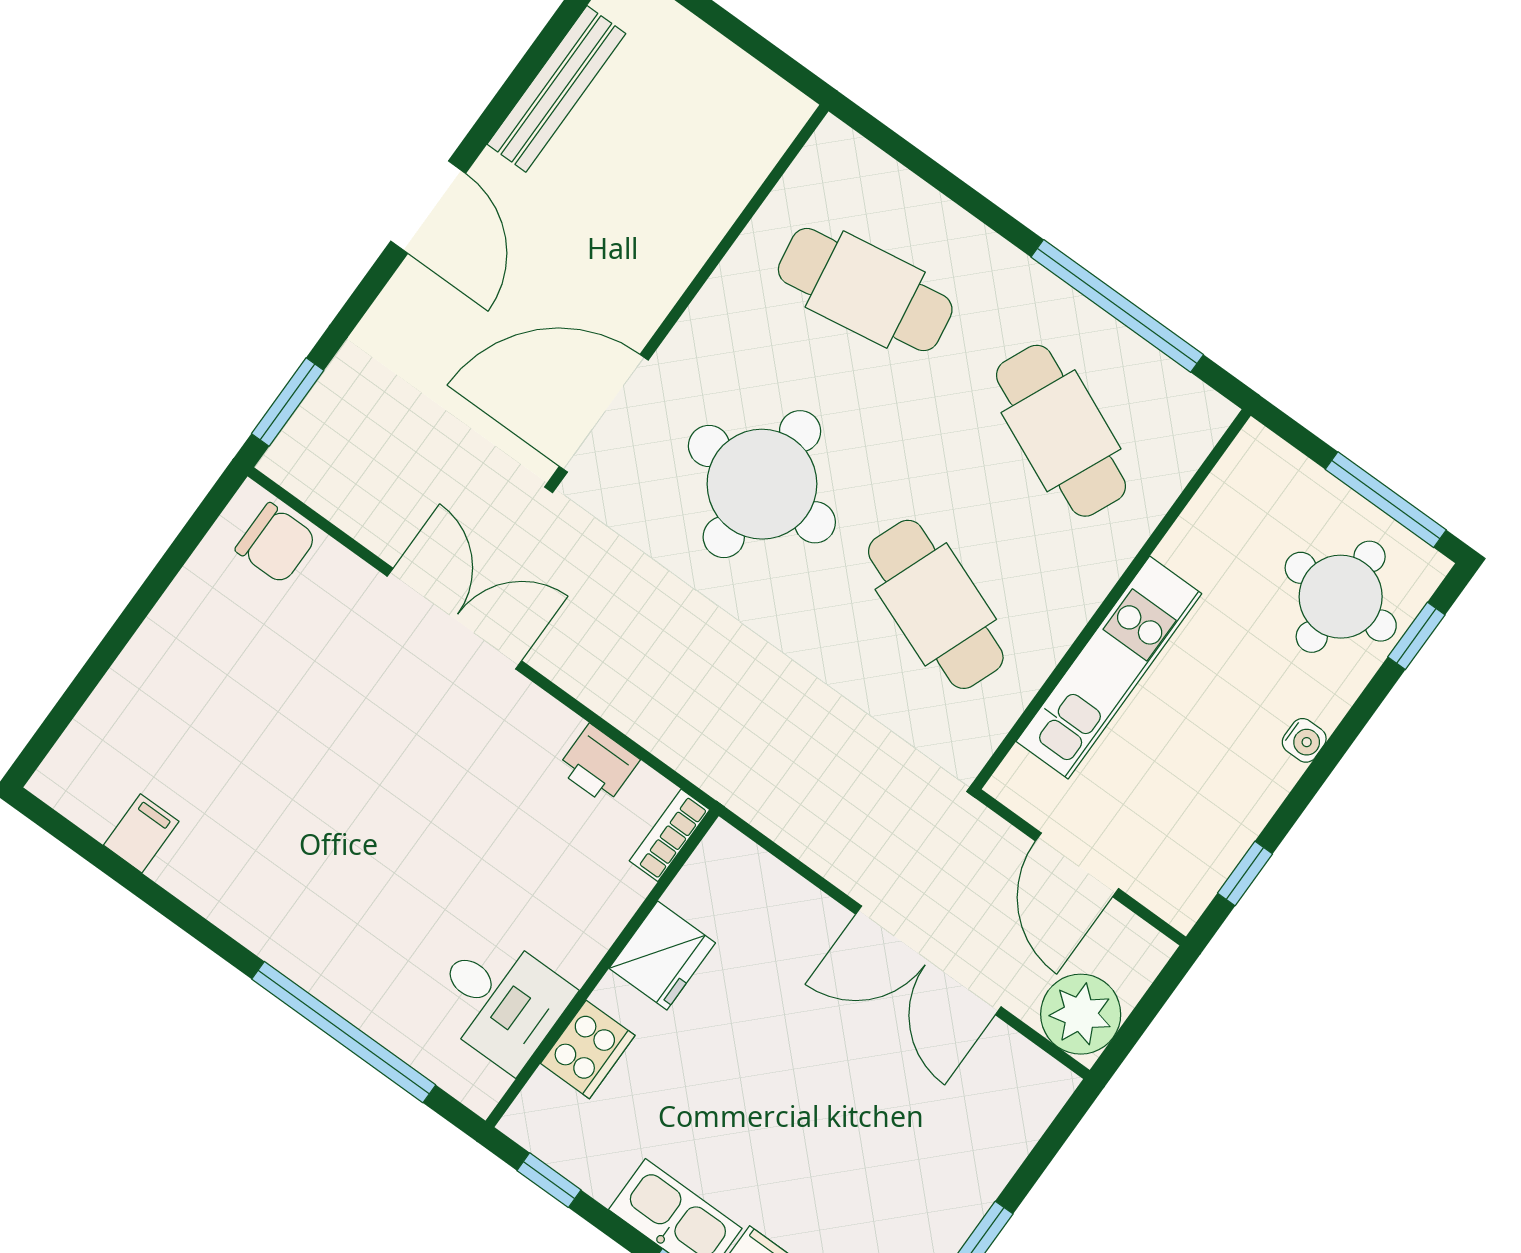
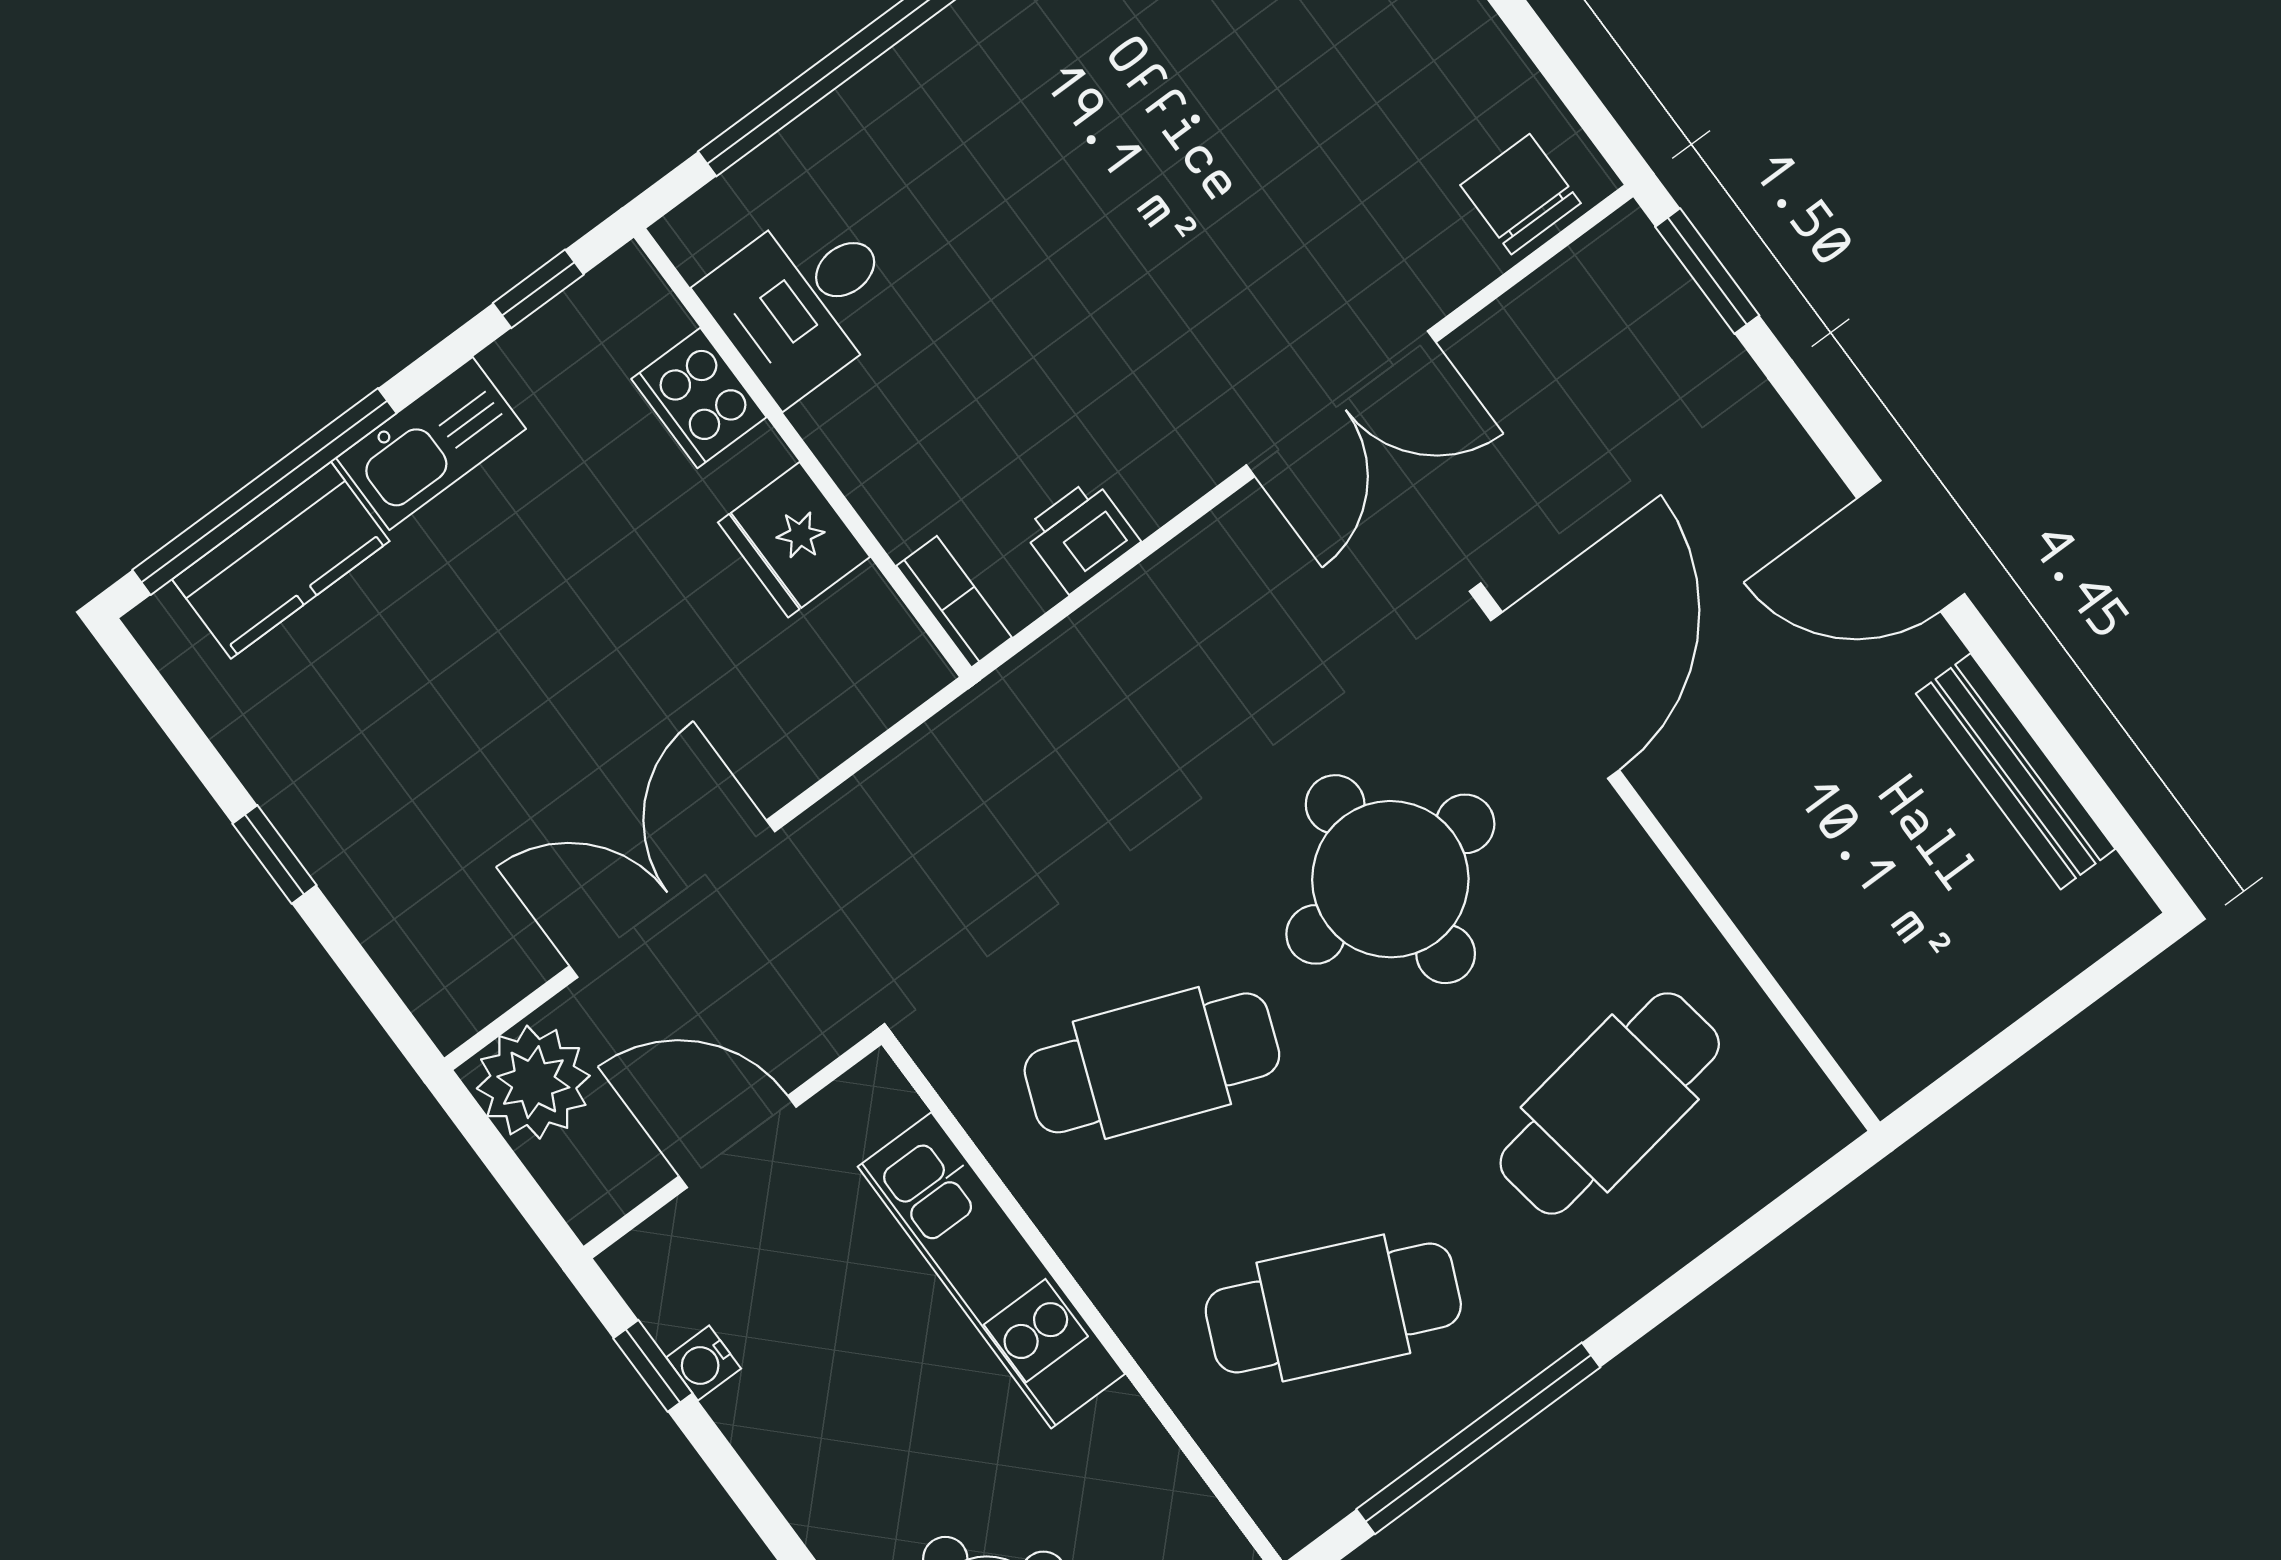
chair: (276, 543) -> (1520, 194), turned 90
water cooler: (1304, 740) -> (704, 1363), moved

